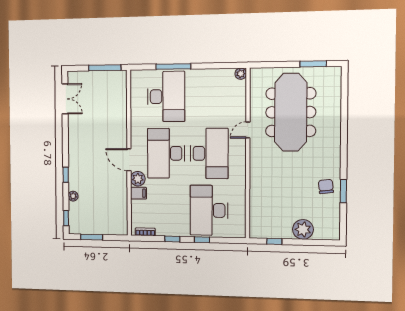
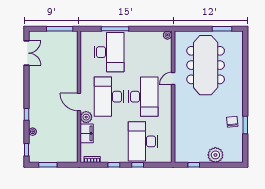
filing cabinet: (138, 193) -> (87, 133), width x2.00

